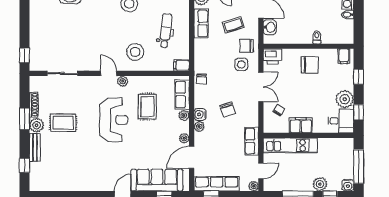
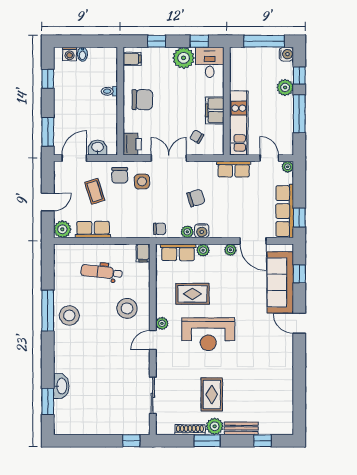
chair: (310, 65) -> (142, 100), turned 90
reception desk: (114, 120) -> (208, 334), turned 180
plant: (199, 127) -> (187, 232), moved

